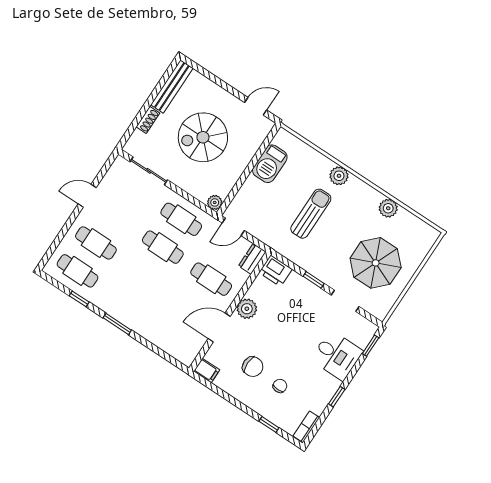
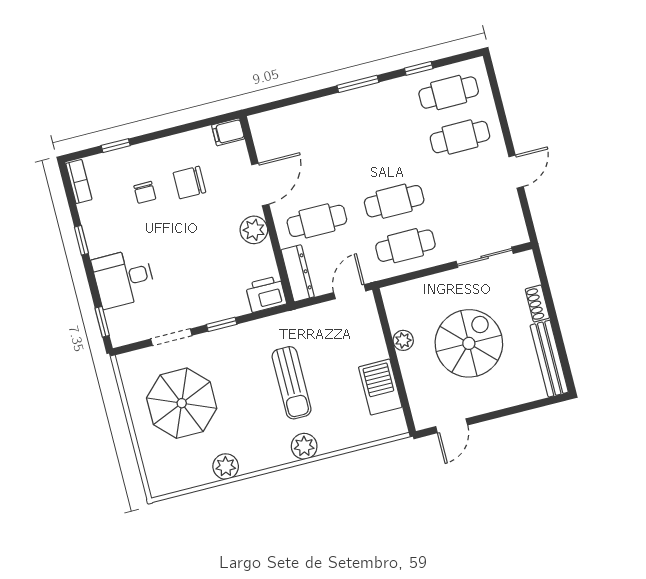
plant: (215, 202) -> (403, 340), moved
dresser: (252, 259) -> (298, 273), width x1.44

